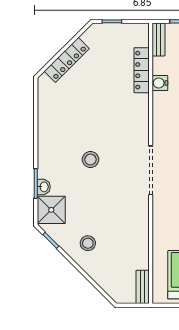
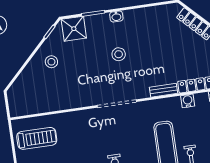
washbasin: (44, 187) -> (116, 16), moved
bench: (143, 287) -> (164, 90), moved

